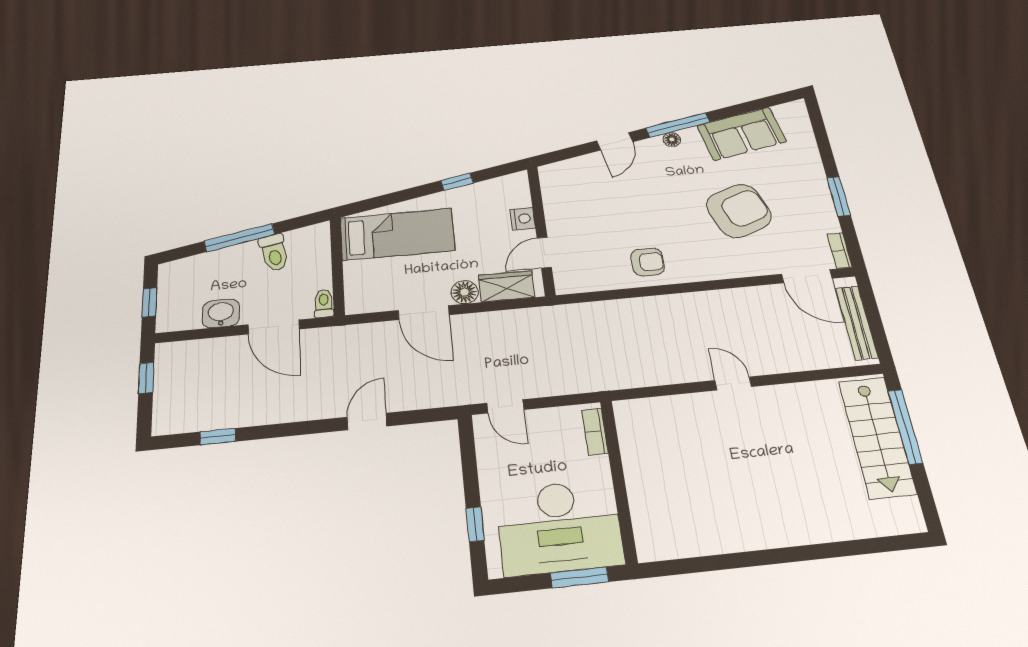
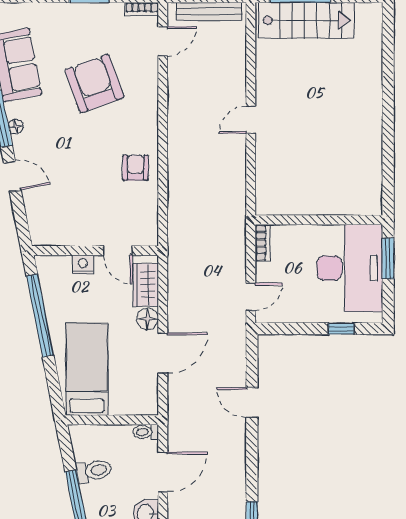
window: (457, 182) -> (40, 316), width x3.17
door: (807, 276) -> (163, 41), width x0.73
bookcase: (595, 432) -> (263, 243), moved, turned -90

